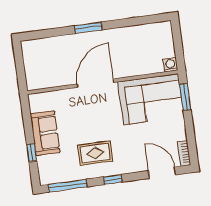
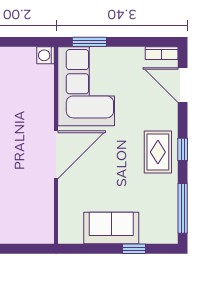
door: (95, 83) -> (56, 155), swing flipped
rug: (95, 153) -> (158, 152), moved
door: (162, 173) -> (183, 85), hinge flipped

